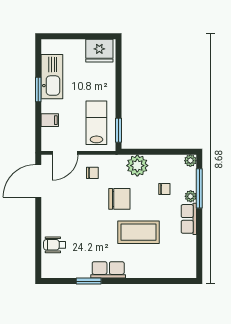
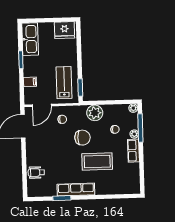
kitchen sink: (52, 77) -> (30, 39), moved
row of seats: (108, 270) -> (76, 190), width x1.48

